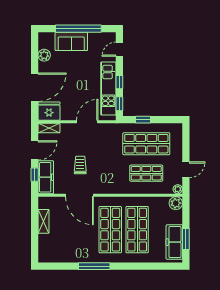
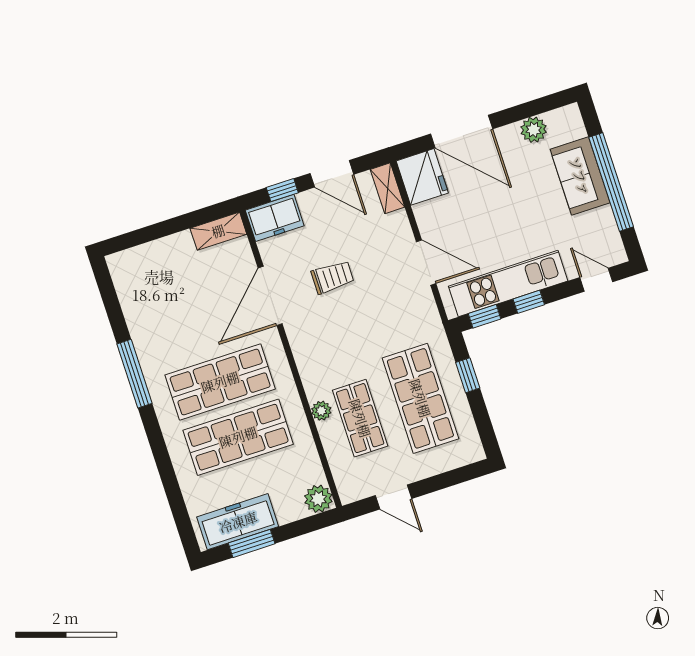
freezer: (46, 177) -> (275, 218), width x0.71
plant: (178, 189) -> (321, 411), moved
shelving: (44, 221) -> (218, 231), moved

